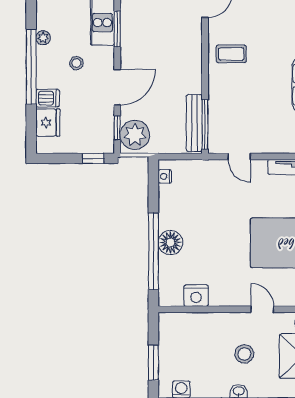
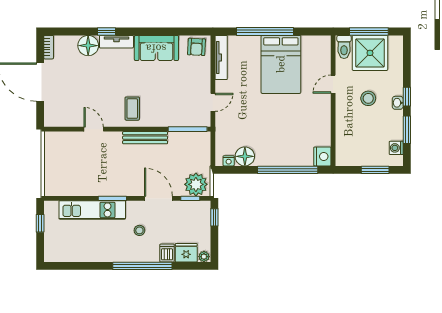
plant: (43, 38) -> (204, 257), moved
bench: (194, 123) -> (145, 138), moved
floor lamp: (170, 243) -> (245, 156), moved
nightstand: (196, 296) -> (322, 156), moved

